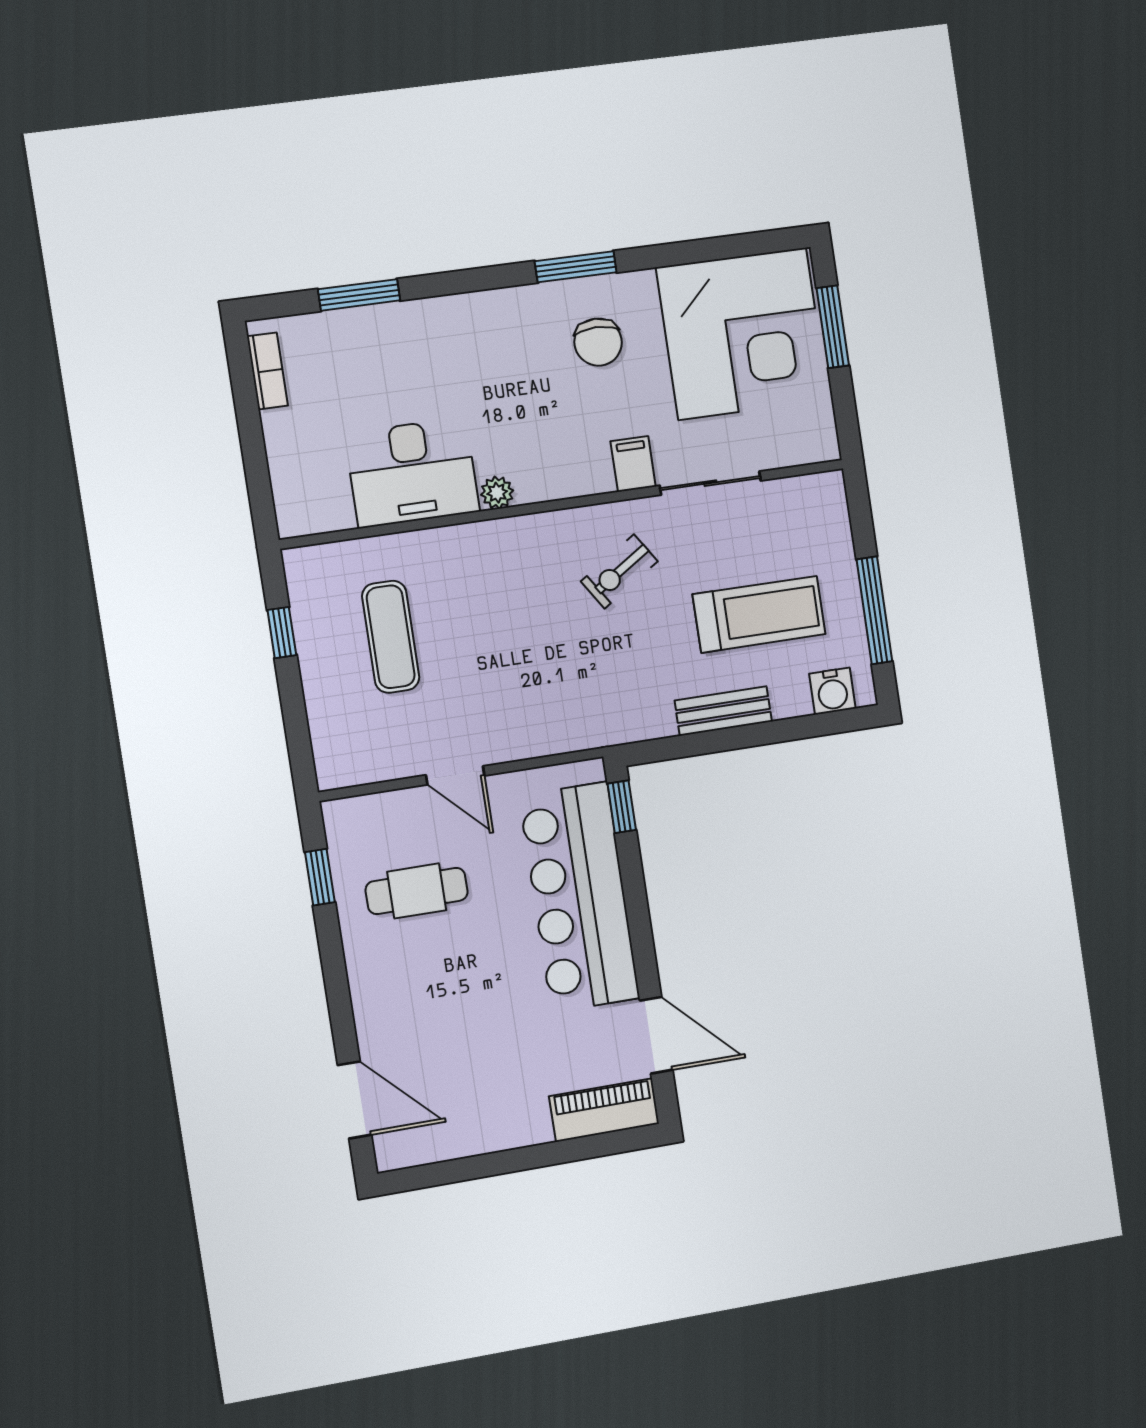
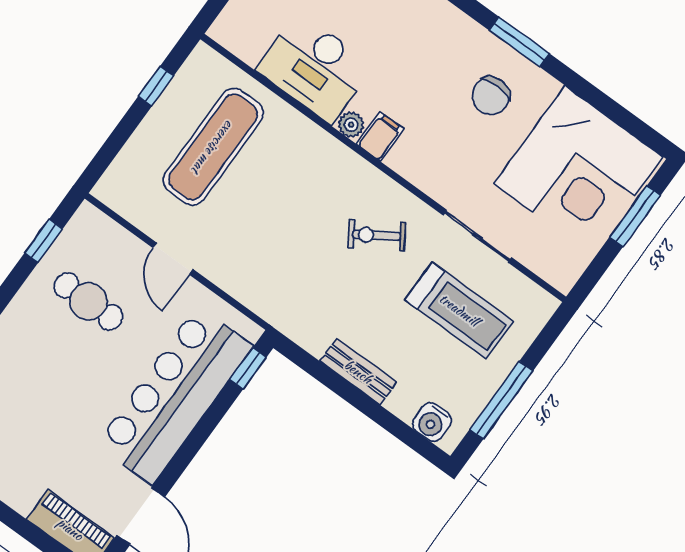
filing cabinet: (633, 464) -> (380, 137), moved
treadmill: (759, 614) -> (459, 310), moved
exercise mat: (391, 637) -> (213, 147), width x1.36, depth x1.45

